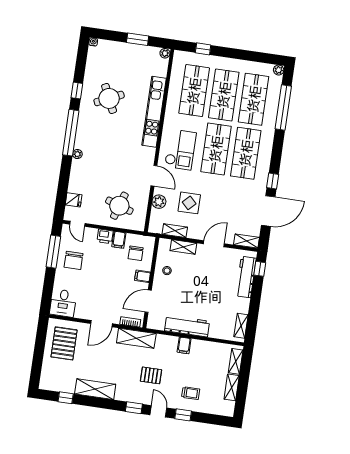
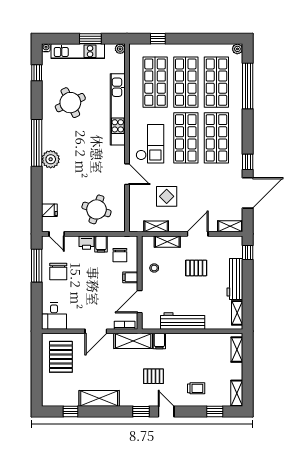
kitchen unit: (124, 50) -> (78, 51), added
window: (77, 91) -> (37, 73), moved
plant: (77, 154) -> (51, 159), width x1.87, depth x1.87
plant: (159, 202) -> (136, 199), removed
pallet: (208, 276) -> (196, 268), added
workbench: (246, 277) -> (235, 279), moved
filing cabinet: (184, 345) -> (159, 341), moved
shelving: (232, 387) -> (237, 393), moved
window: (183, 415) -> (215, 411), moved

